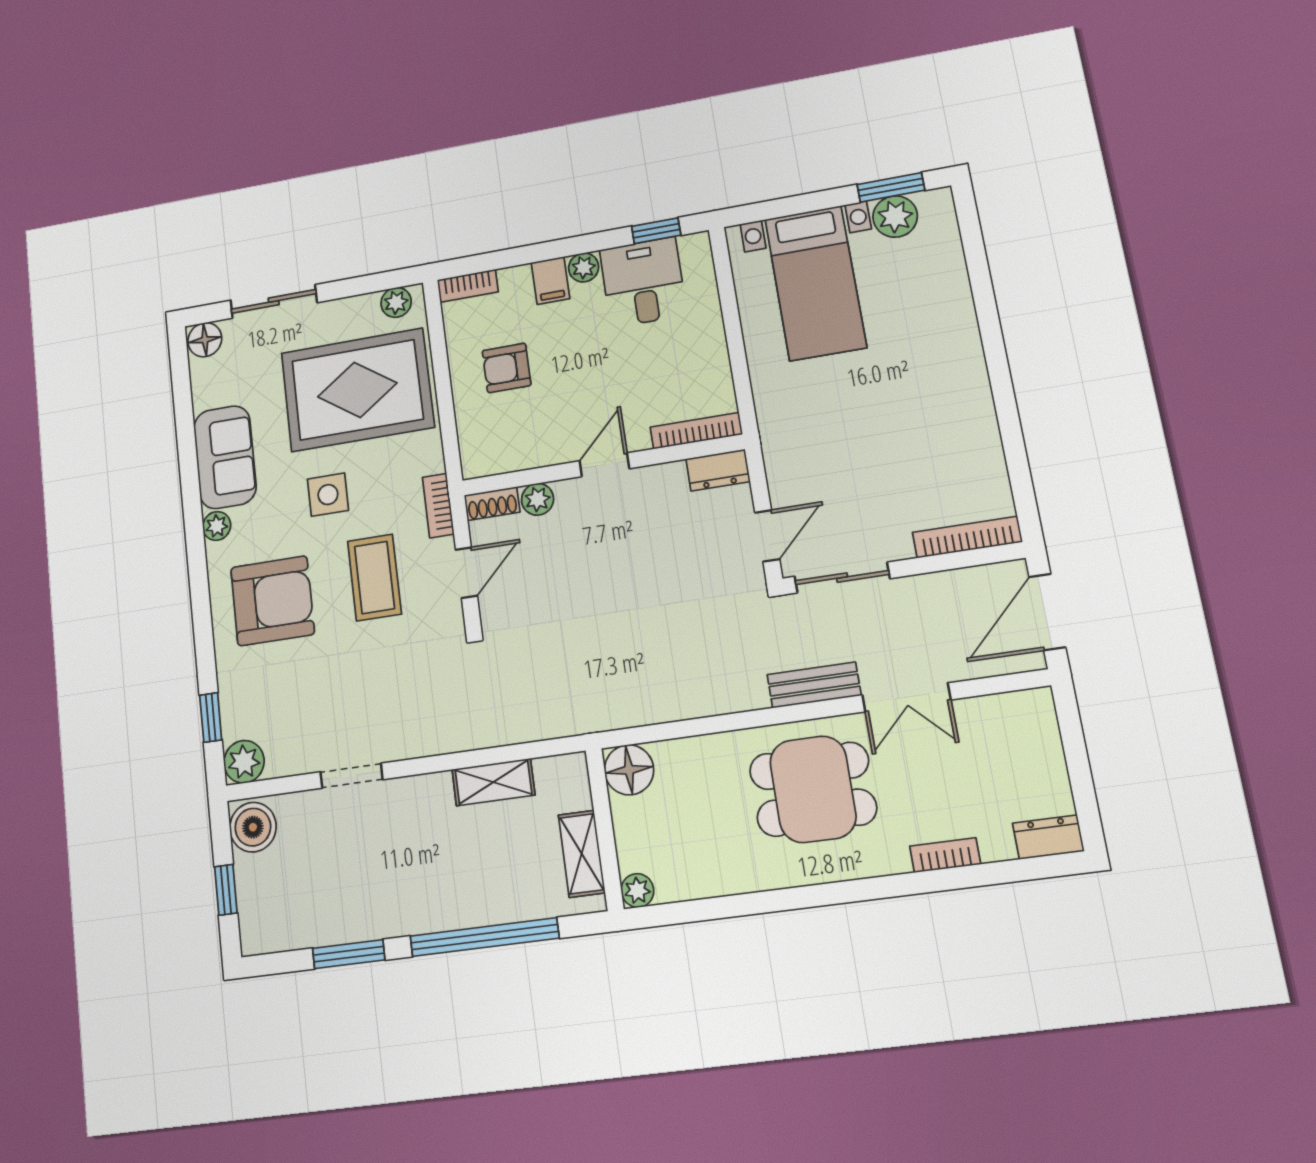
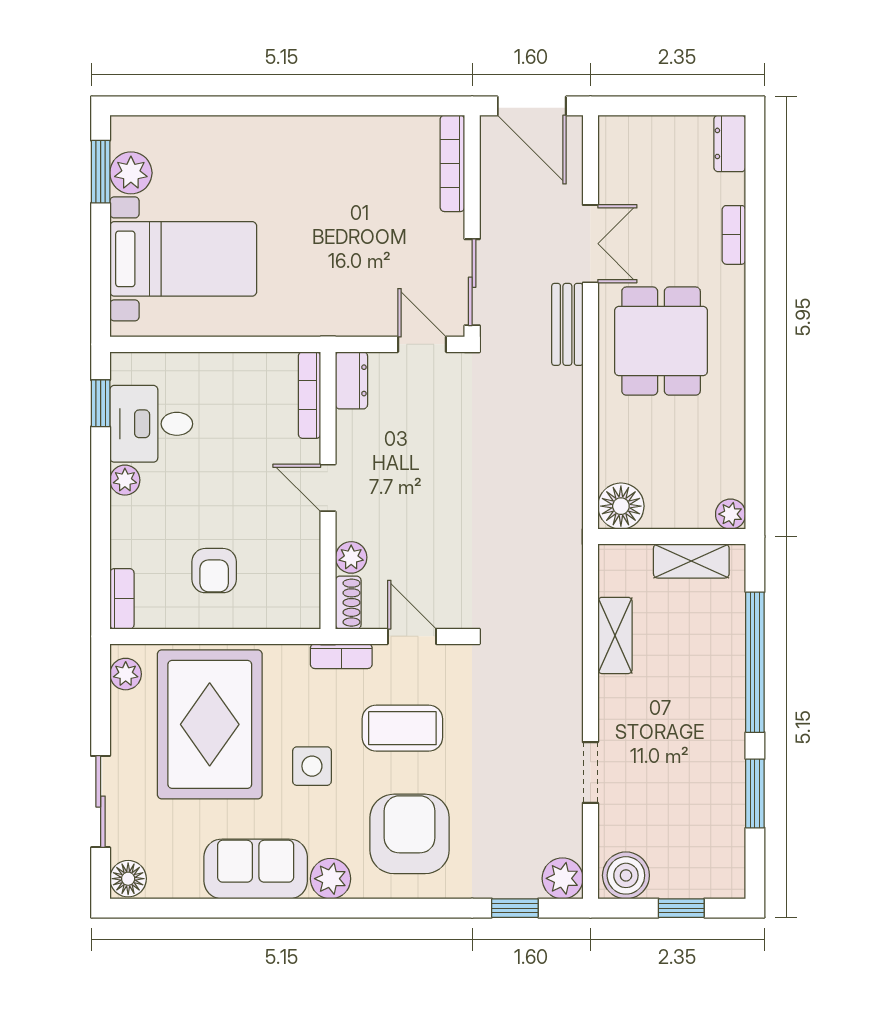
filing cabinet: (550, 281) -> (132, 515), removed
plant: (217, 526) -> (331, 879), width x1.38, depth x1.38

